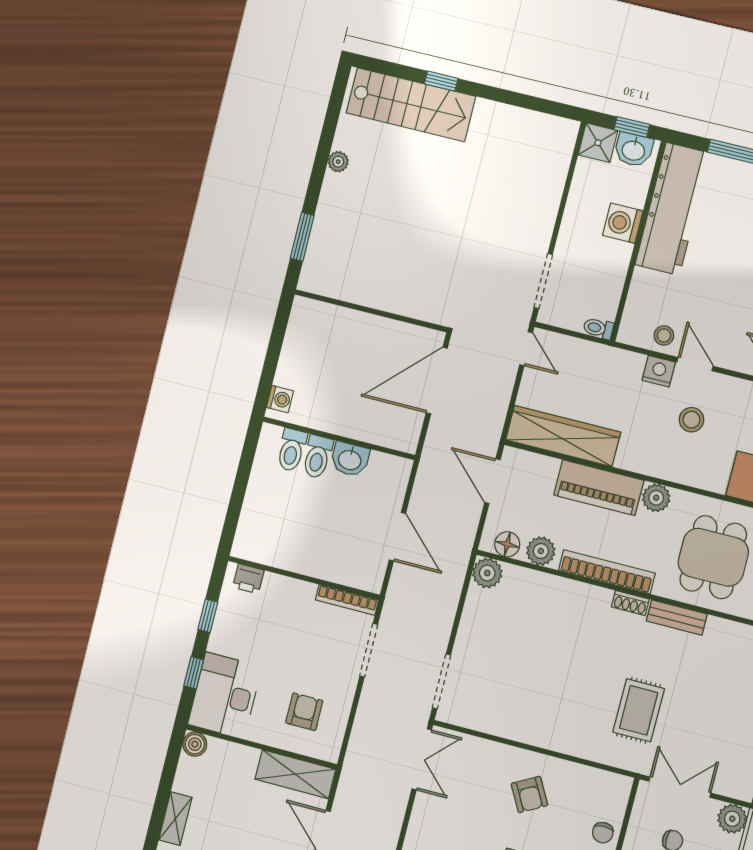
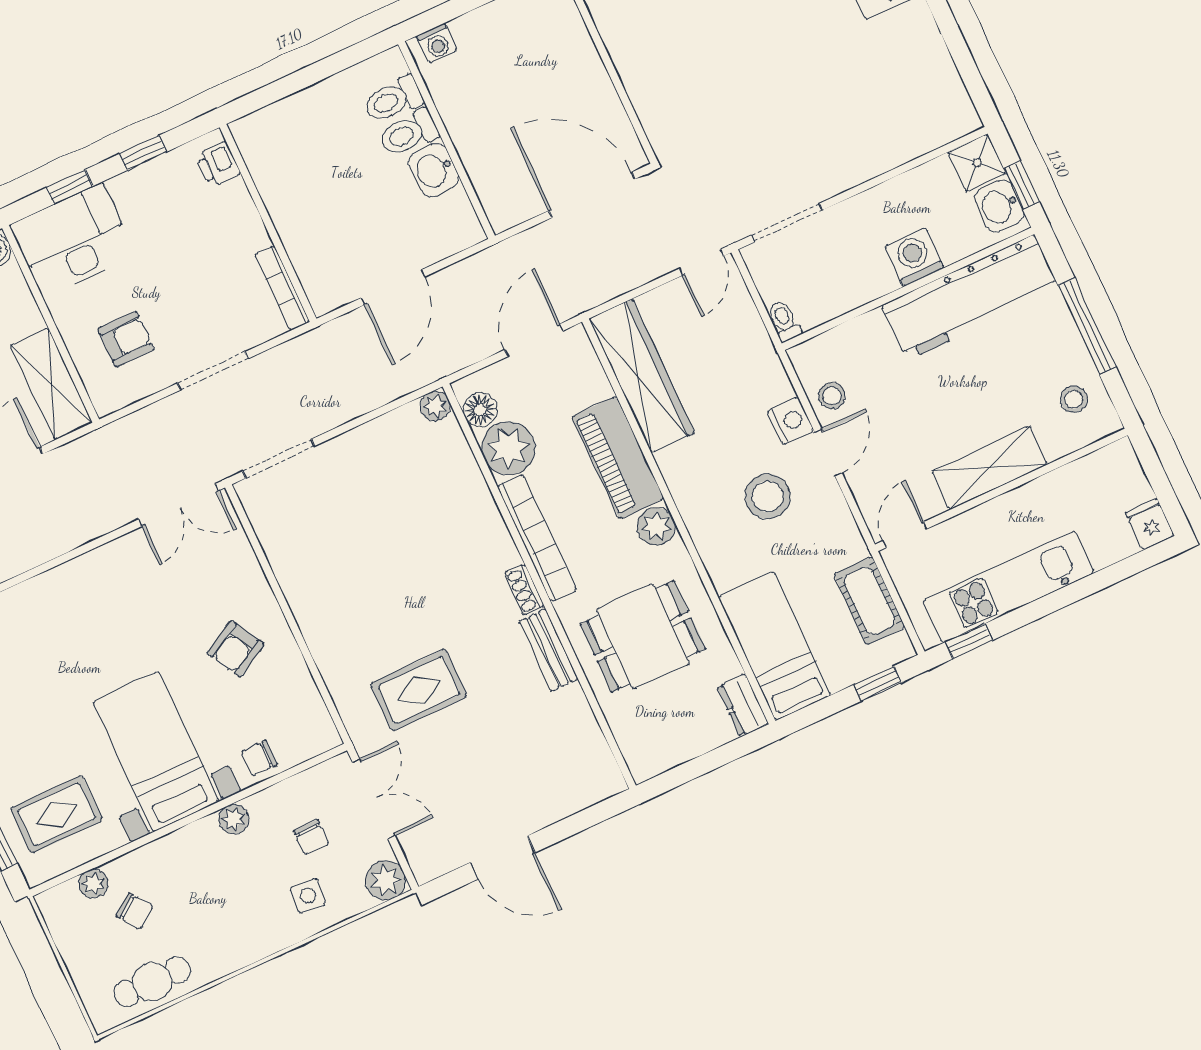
stool: (691, 420) -> (768, 496), width x1.38, depth x1.38
plant: (541, 551) -> (508, 448), width x1.36, depth x1.36
plant: (487, 573) -> (435, 406), width x0.73, depth x0.73
doorway: (369, 650) -> (213, 371), moved

